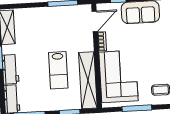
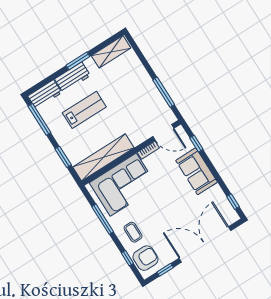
lab bench: (58, 70) -> (84, 110), moved, turned 180

